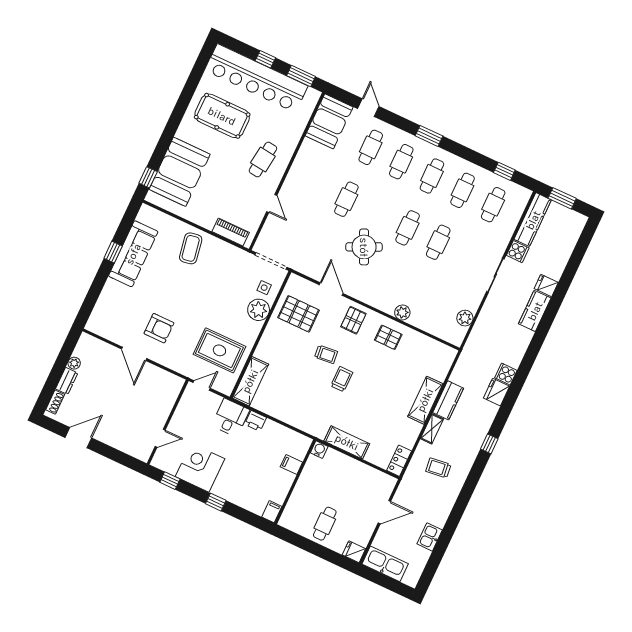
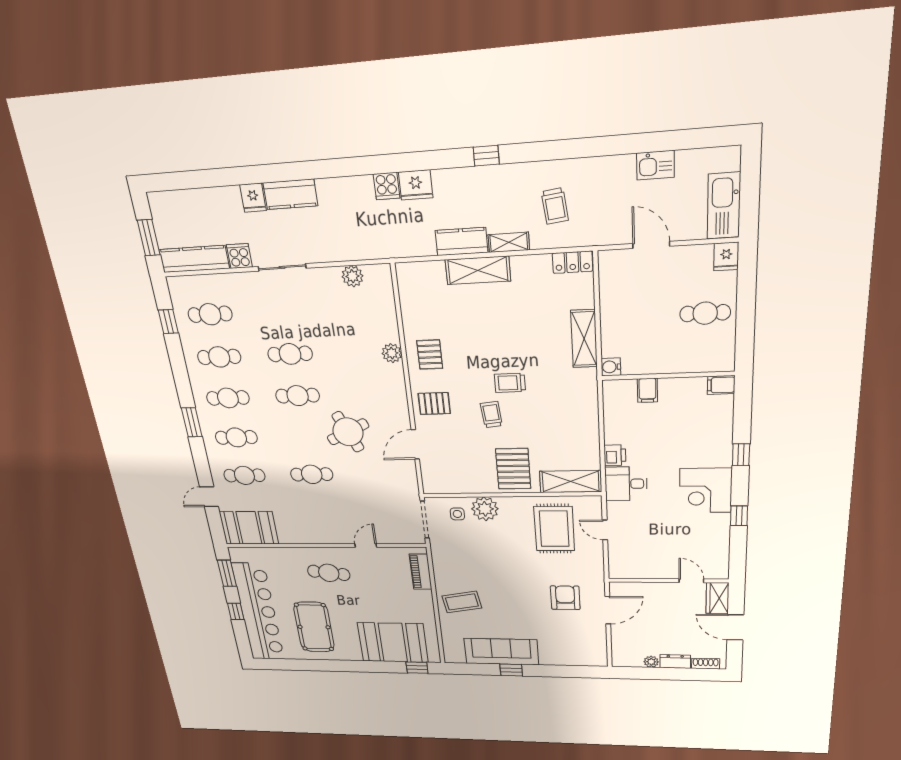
pallet: (299, 314) -> (513, 469), moved
wall: (168, 422) -> (668, 581), moved
wardrobe: (109, 437) -> (717, 598), added
door: (160, 438) -> (691, 581), moved

